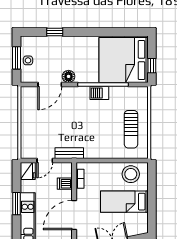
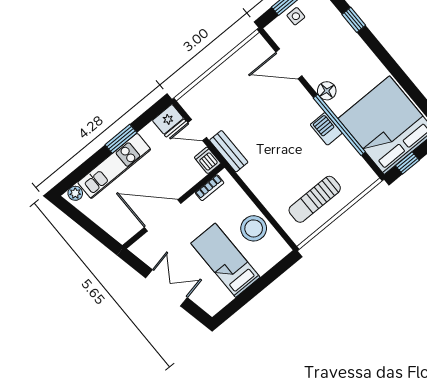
floor lamp: (69, 76) -> (327, 91), moved
stool: (131, 174) -> (254, 228), moved
dishwasher: (65, 184) -> (207, 160), moved

